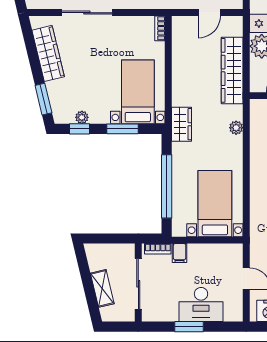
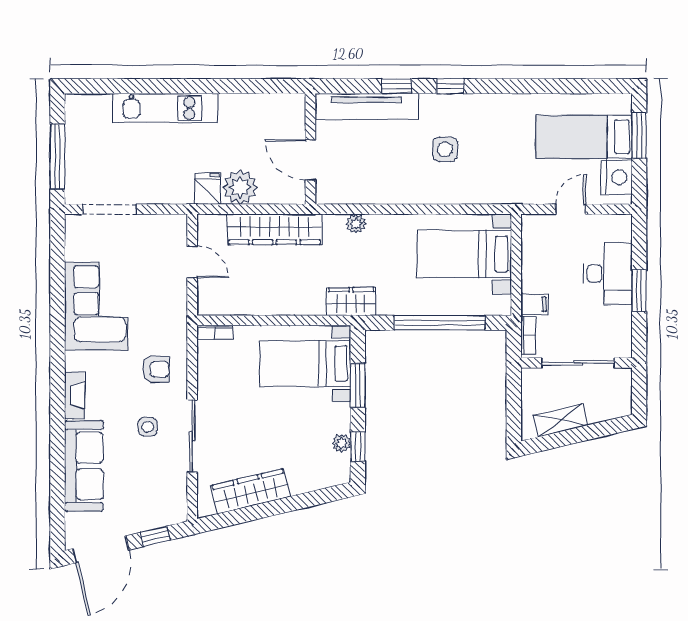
window: (43, 99) -> (316, 498), removed
shelving: (102, 288) -> (561, 420), moved

